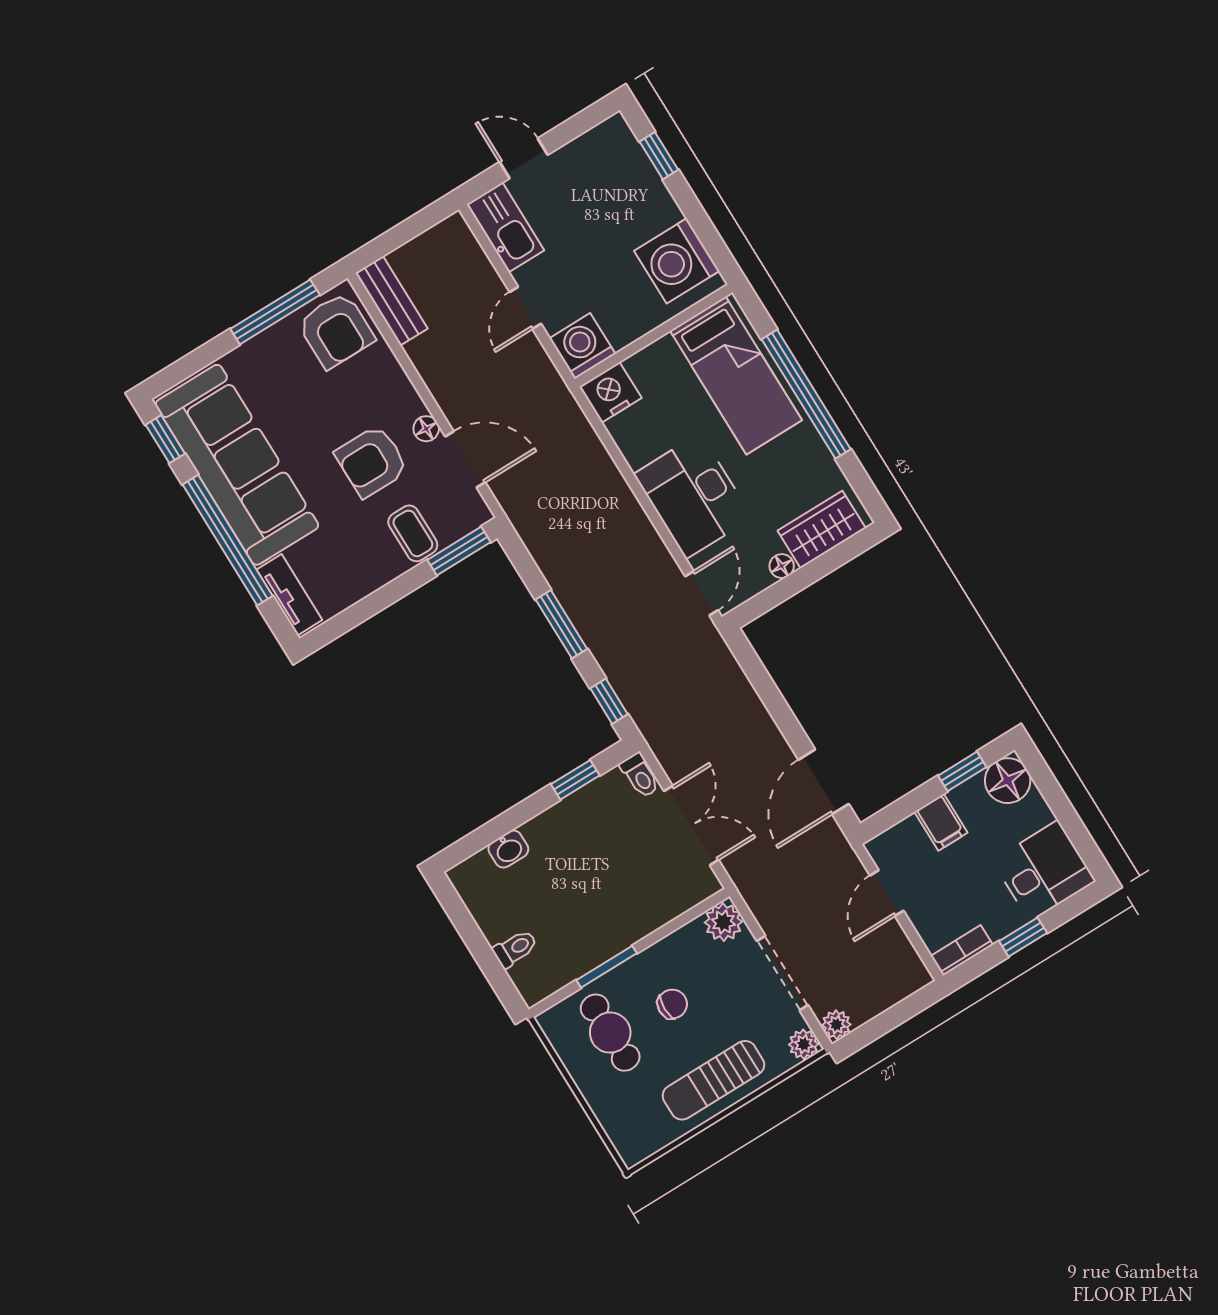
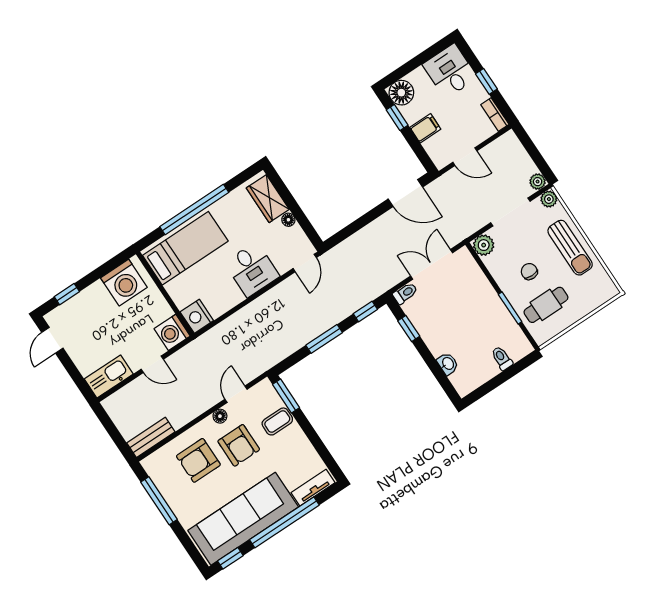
door: (524, 158) -> (52, 340), moved
armchair: (336, 330) -> (198, 460), moved, turned 180
door: (465, 459) -> (236, 394), width x0.73
desk: (693, 496) -> (252, 269), width x0.73
door: (702, 593) -> (305, 263), swing flipped

